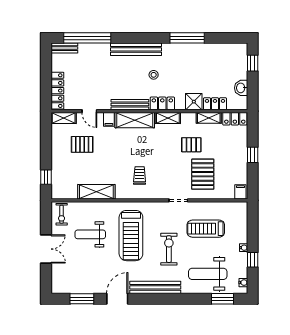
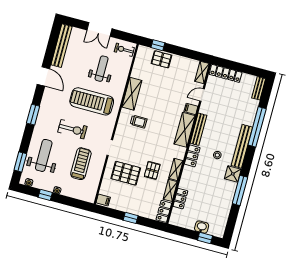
window: (87, 38) -> (257, 127), moved
washbasin: (241, 88) -> (202, 227), moved
shower: (194, 102) -> (233, 174), moved
shelving: (168, 118) -> (176, 169), moved
pallet: (82, 144) -> (161, 59), moved, turned 90
shelving: (96, 192) -> (132, 94), moved
bench: (155, 287) -> (62, 46), moved
window: (82, 299) -> (33, 115), moved

